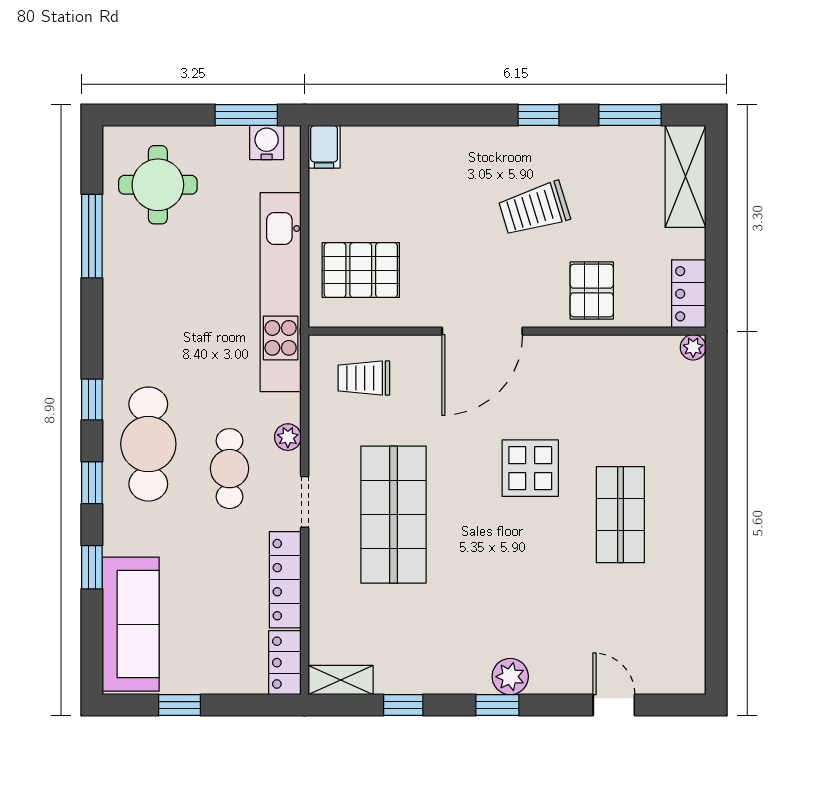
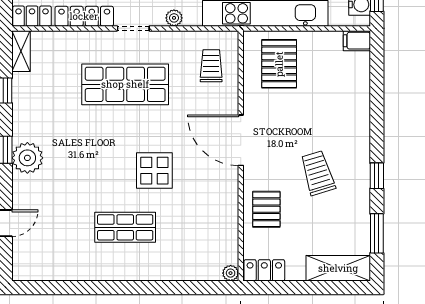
pallet: (592, 291) -> (266, 209), turned 90
plant: (510, 677) -> (27, 158), width x1.36, depth x1.36

